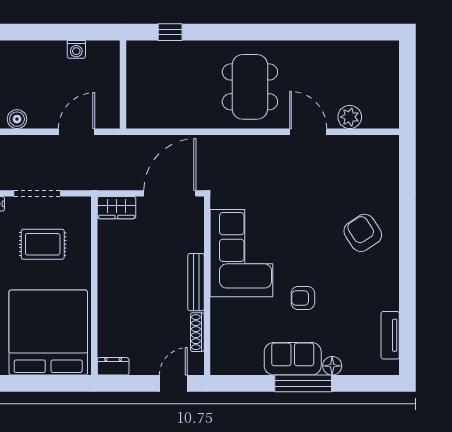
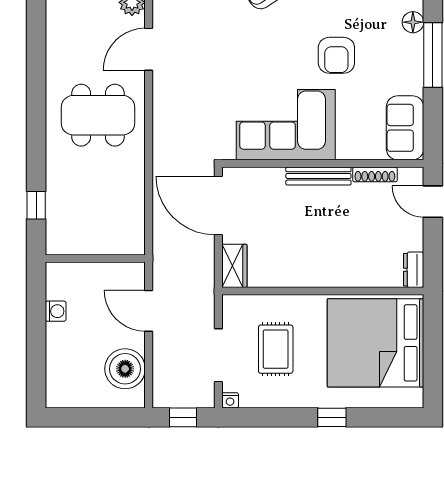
boiler: (17, 119) -> (125, 369), width x1.86, depth x1.86
armchair: (303, 298) -> (336, 55), width x1.38, depth x1.38
sofa: (293, 359) -> (405, 128), moved

